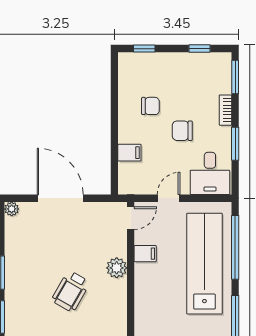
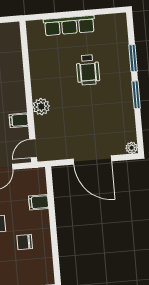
wheelchair: (71, 291) -> (88, 70), moved, turned 150

